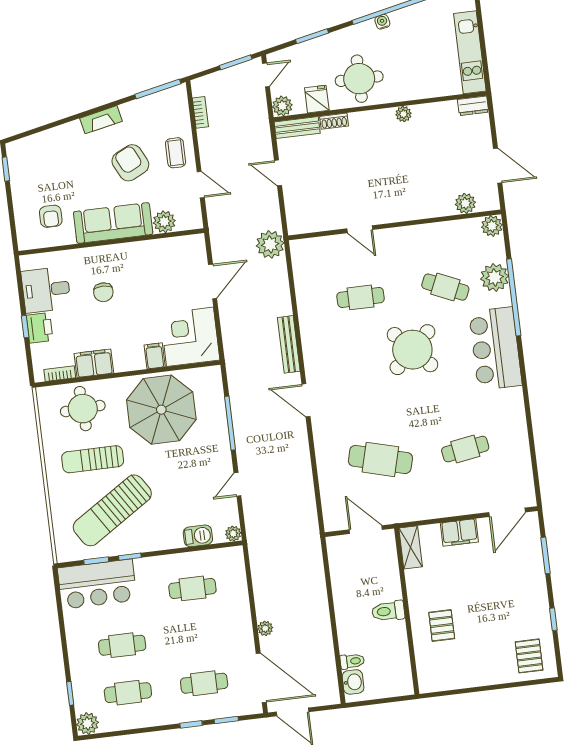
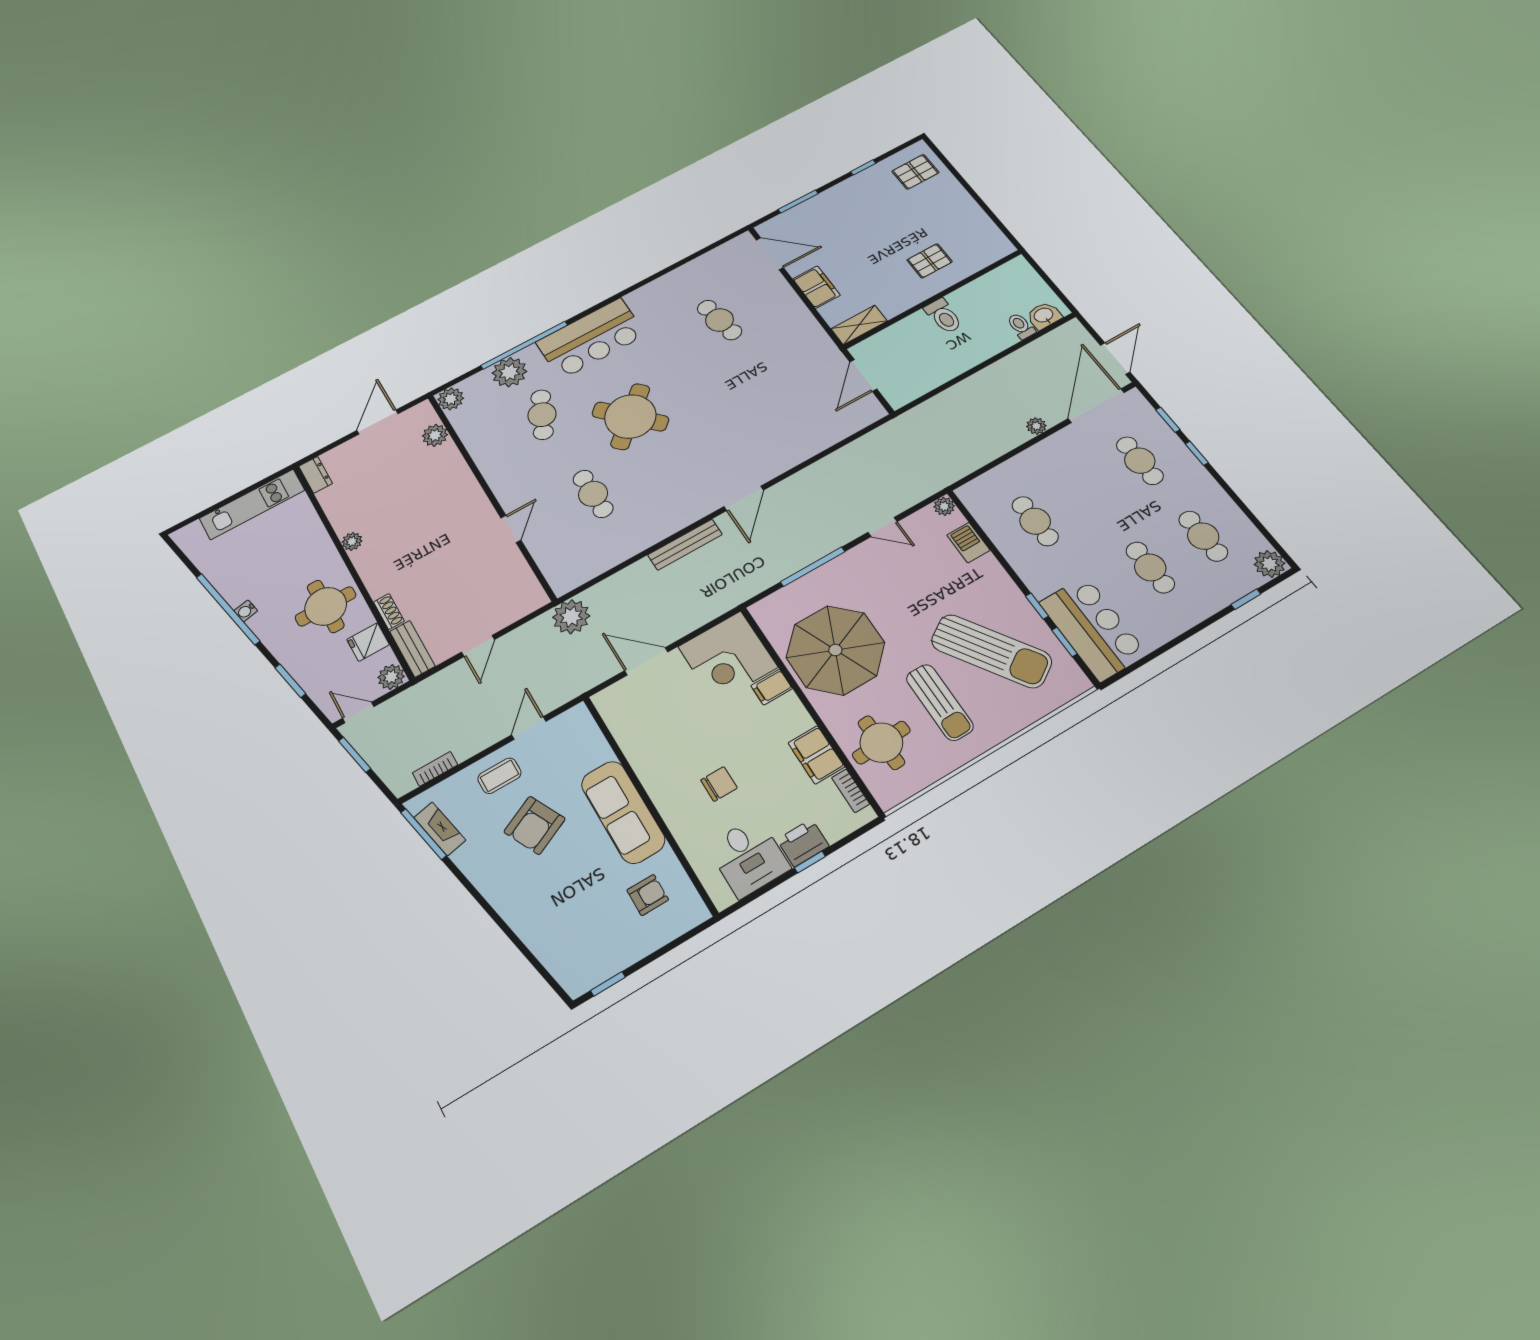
fireplace: (101, 120) -> (440, 829), moved
plant: (164, 222) -> (595, 750), removed
cafe table: (380, 459) -> (774, 395), removed

